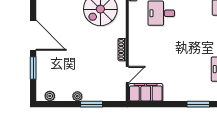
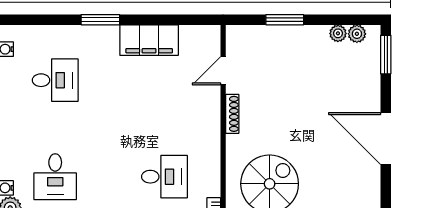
window: (33, 68) -> (386, 55), moved
filing cabinet: (146, 92) -> (149, 40), moved
plant: (77, 96) -> (338, 33), moved

